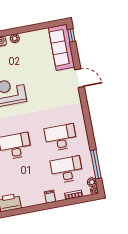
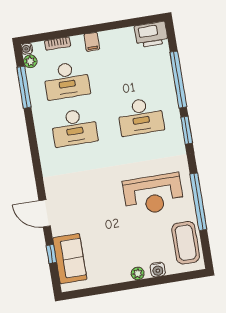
window: (71, 35) -> (51, 254), moved
sofa: (62, 47) -> (70, 259), width x0.73

